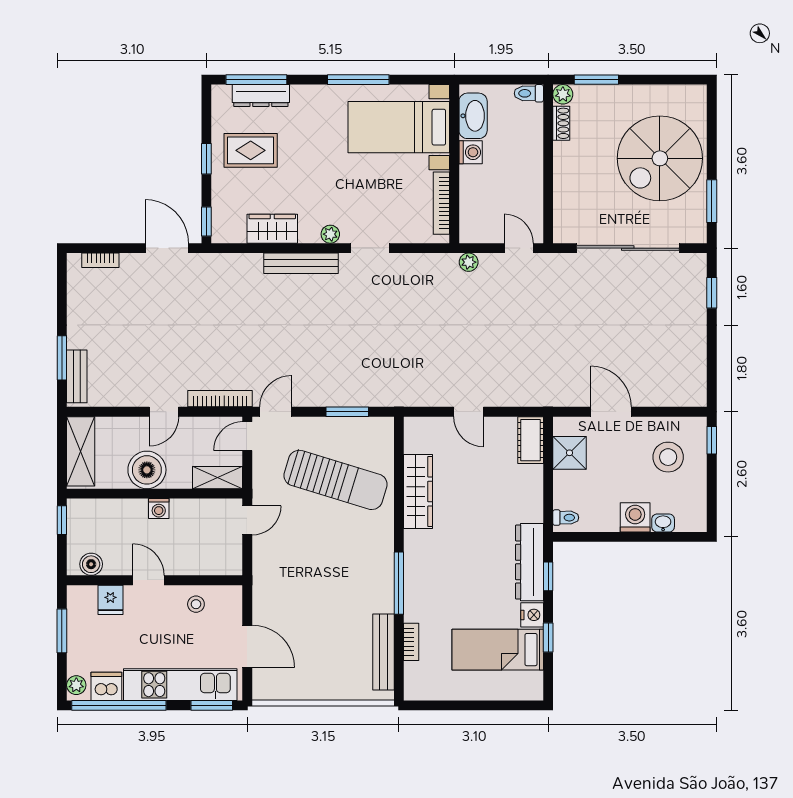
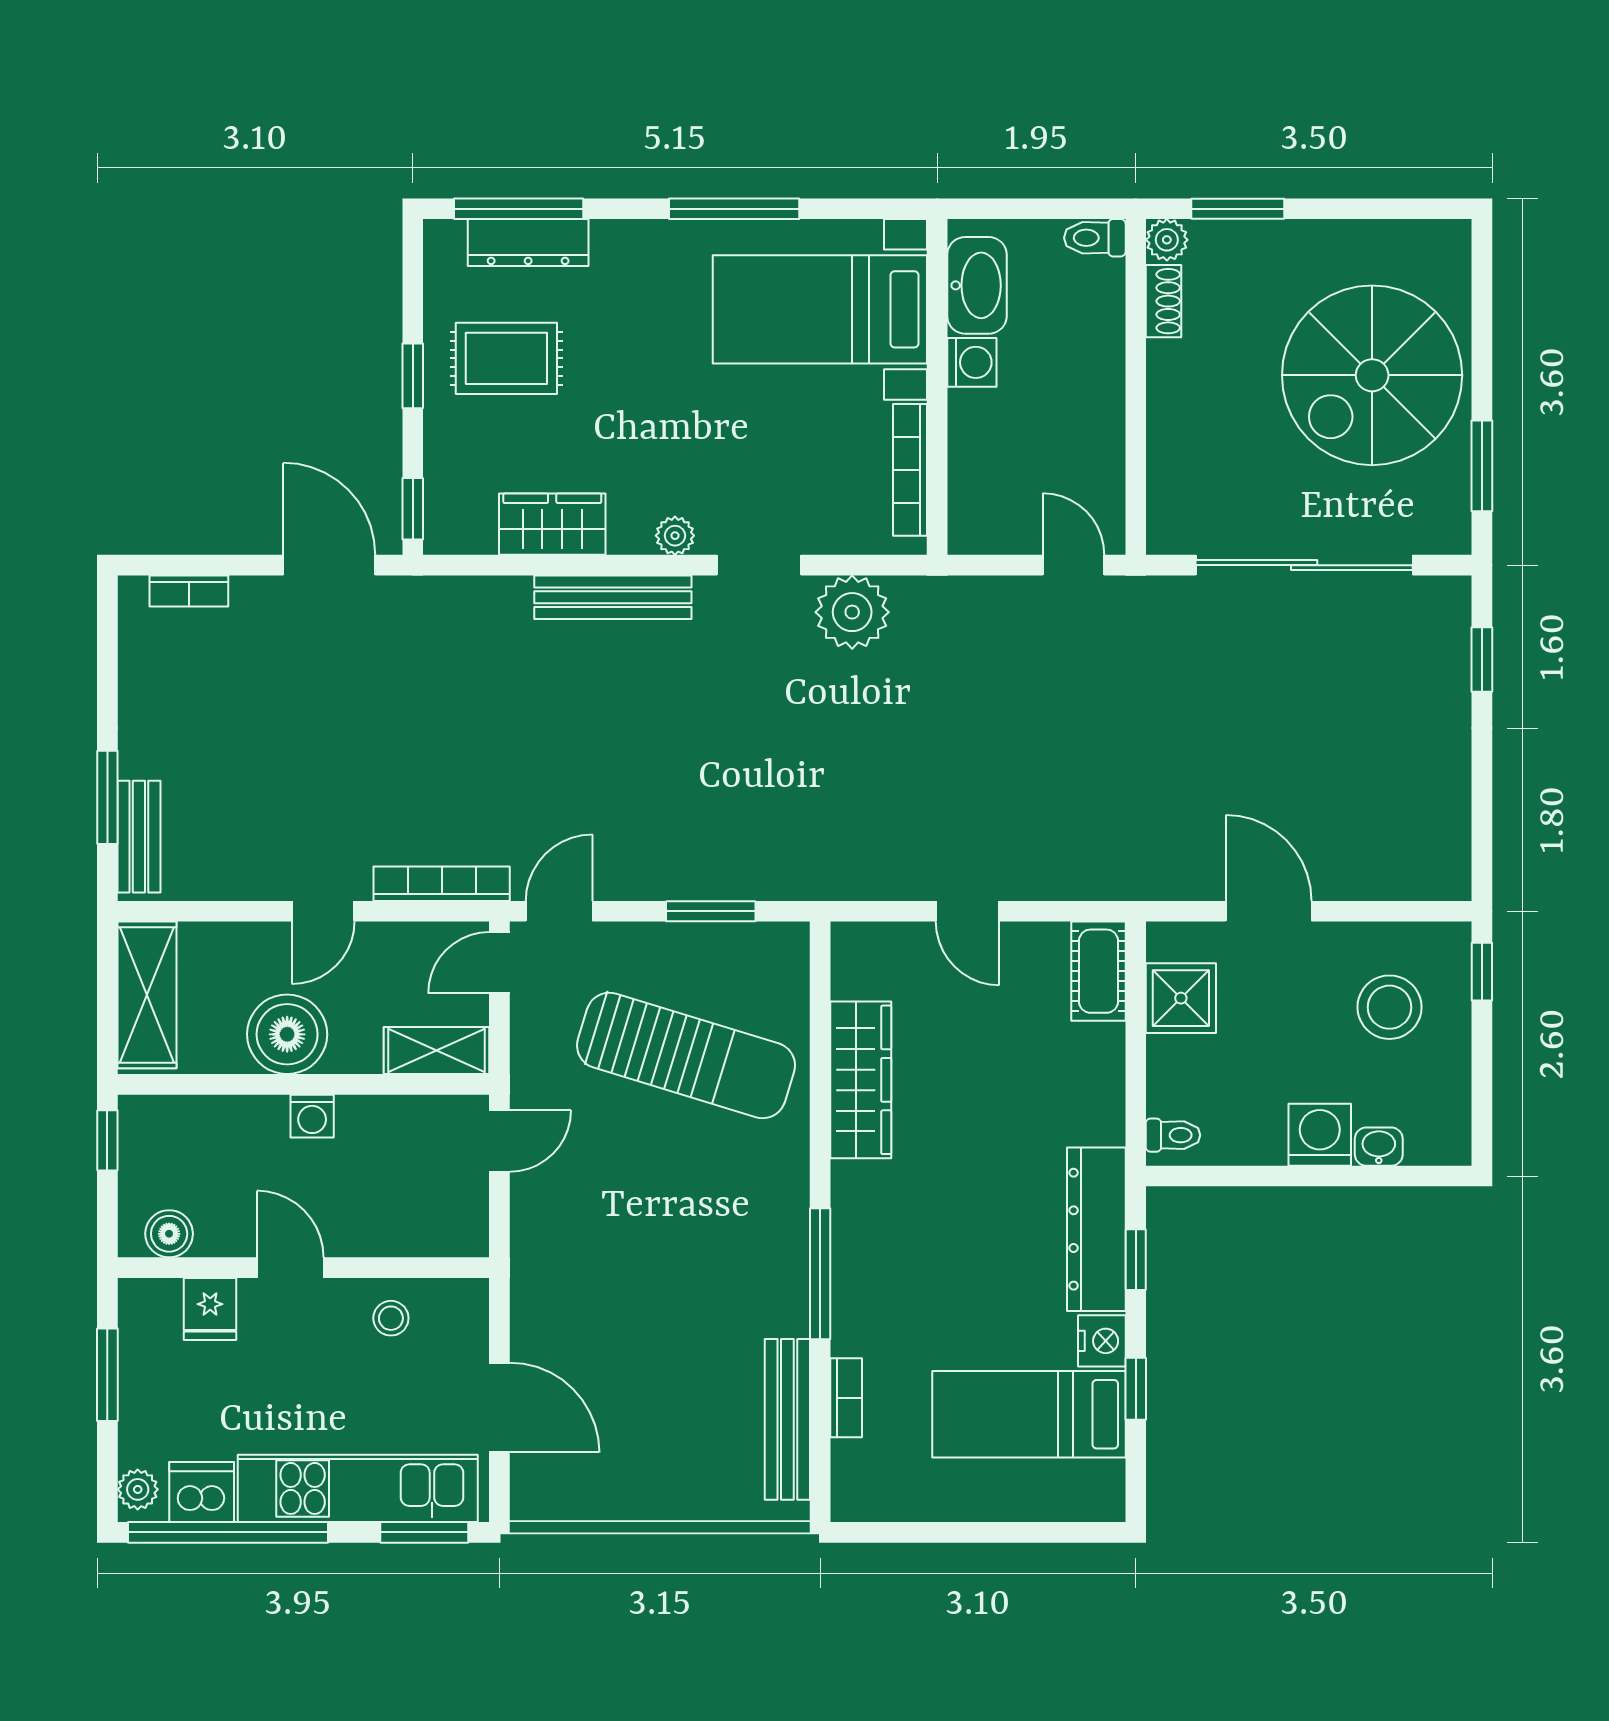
plant: (469, 262) -> (852, 612), moved, width x1.88, depth x1.88

